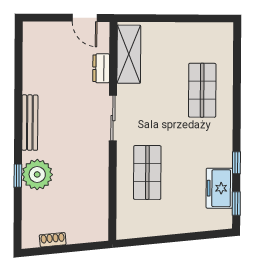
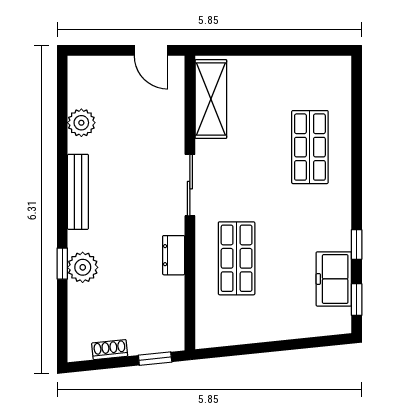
dresser: (101, 68) -> (174, 255), moved
plant: (33, 71) -> (81, 123), added
plant: (37, 174) -> (83, 267), width x0.73, depth x0.73
window: (86, 247) -> (155, 359), added

